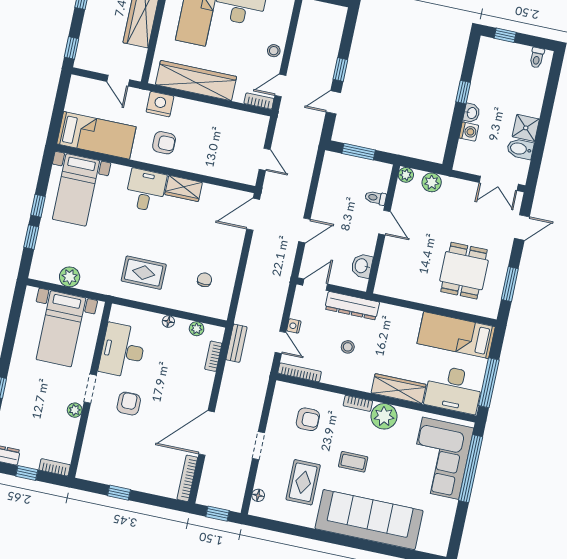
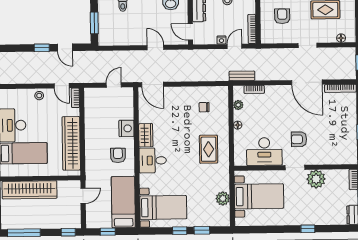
window: (60, 104) -> (108, 232), added
nightstand: (160, 104) -> (126, 128), moved, turned 180
plant: (75, 410) -> (316, 179), width x1.88, depth x1.88

